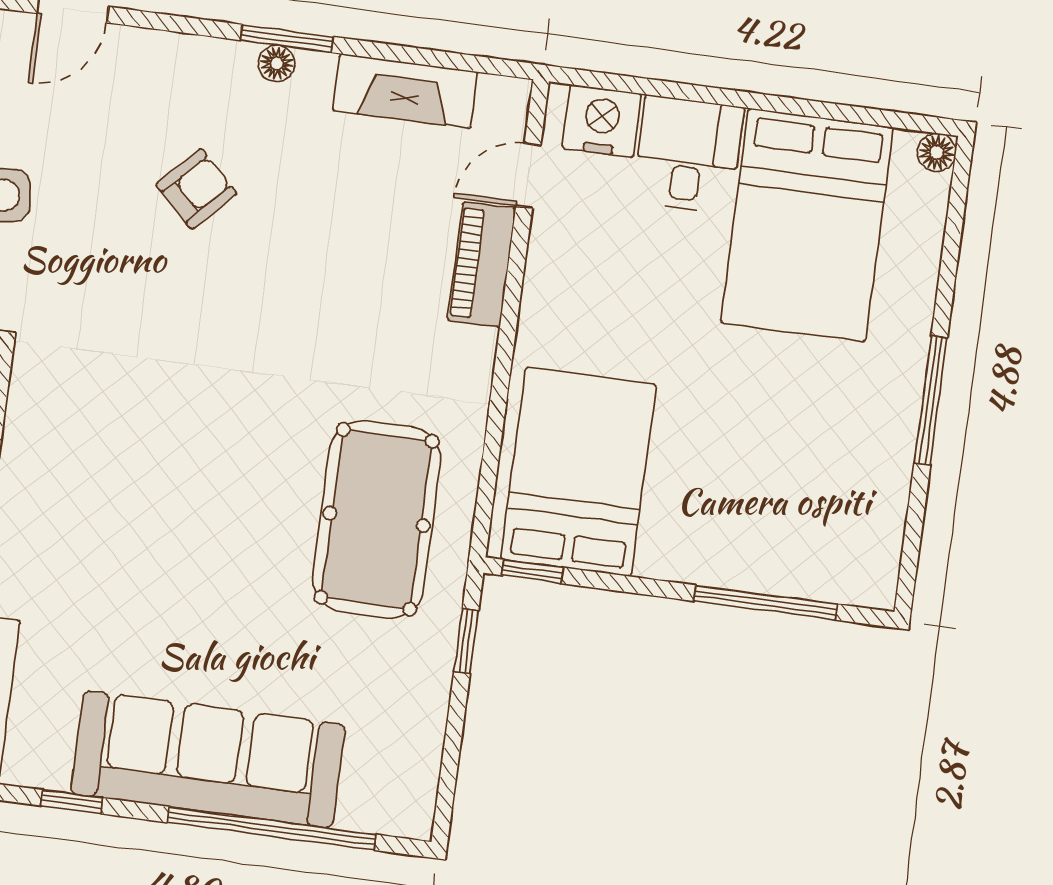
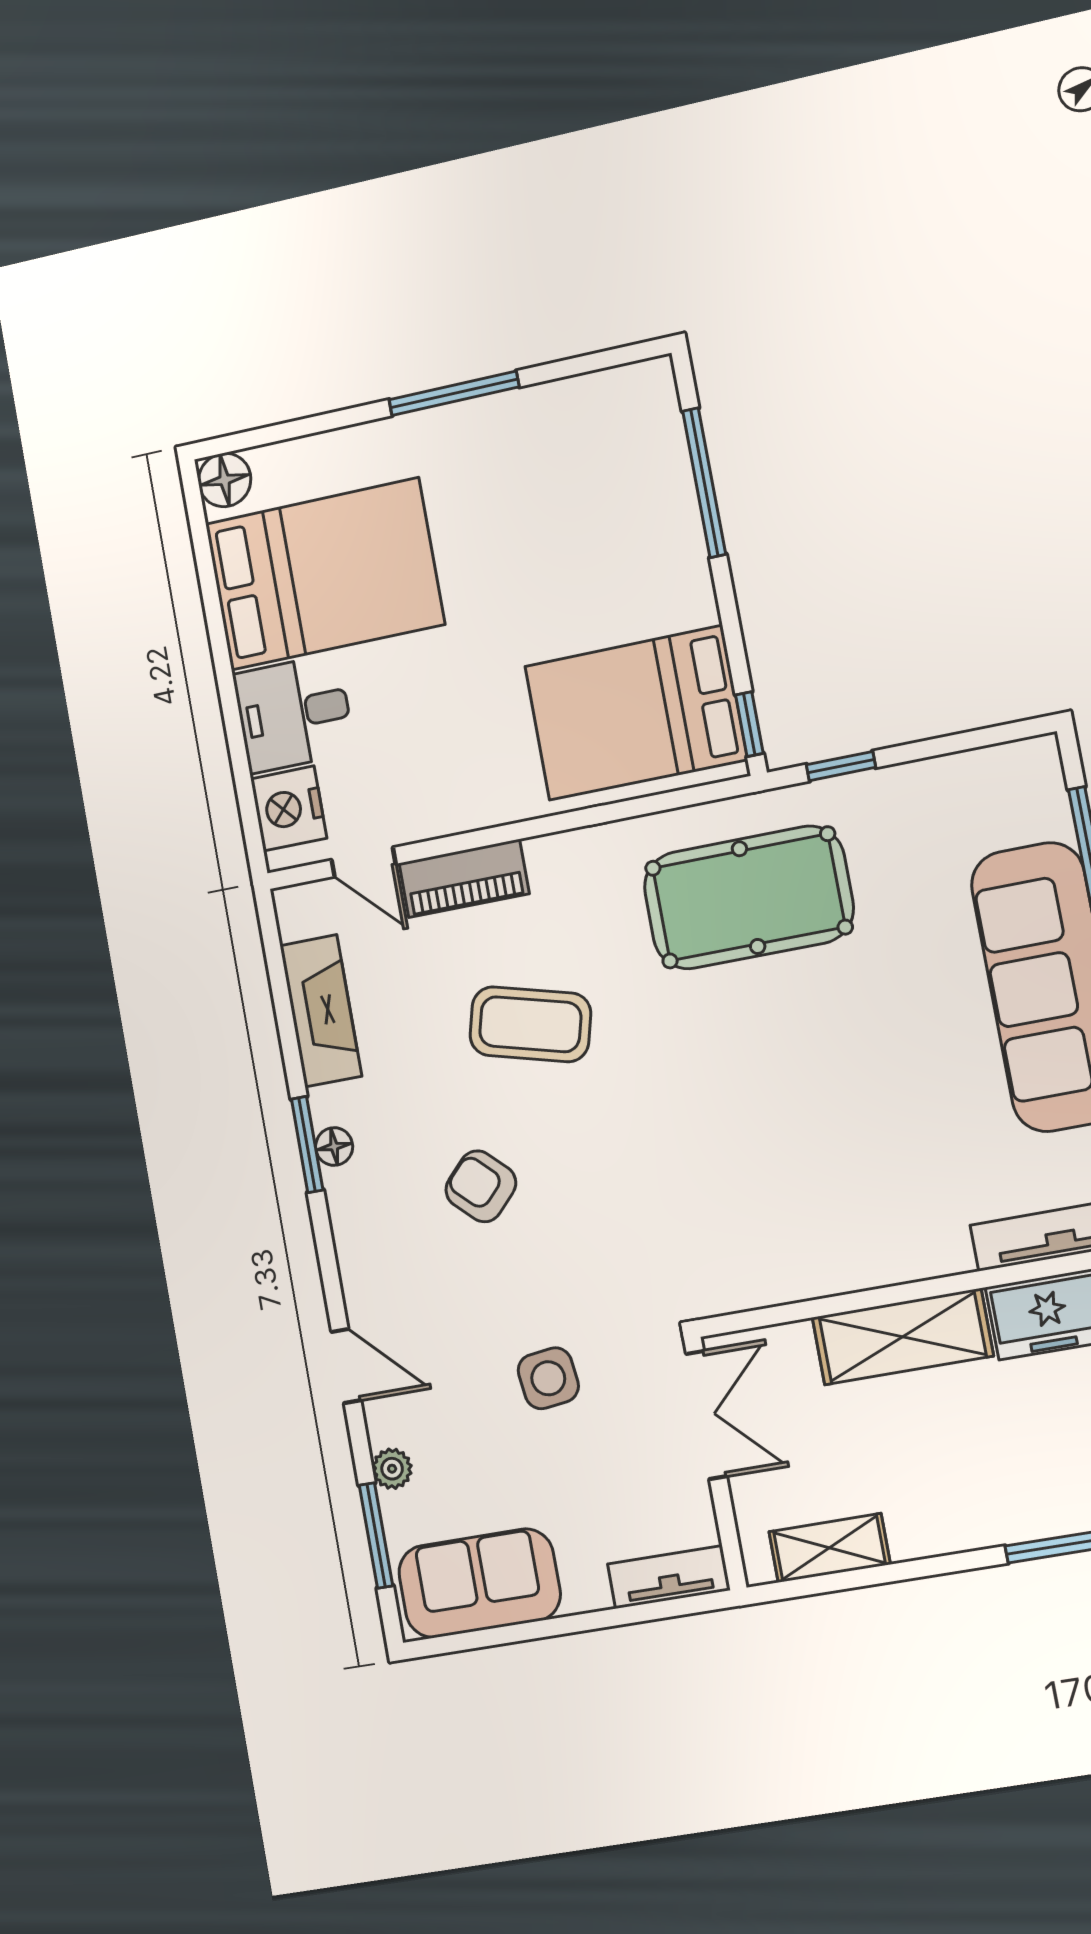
floor lamp: (937, 152) -> (225, 480), width x1.37, depth x1.37
coffee table: (328, 283) -> (530, 1024), added

